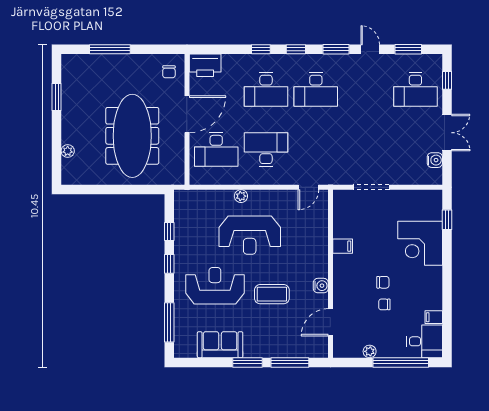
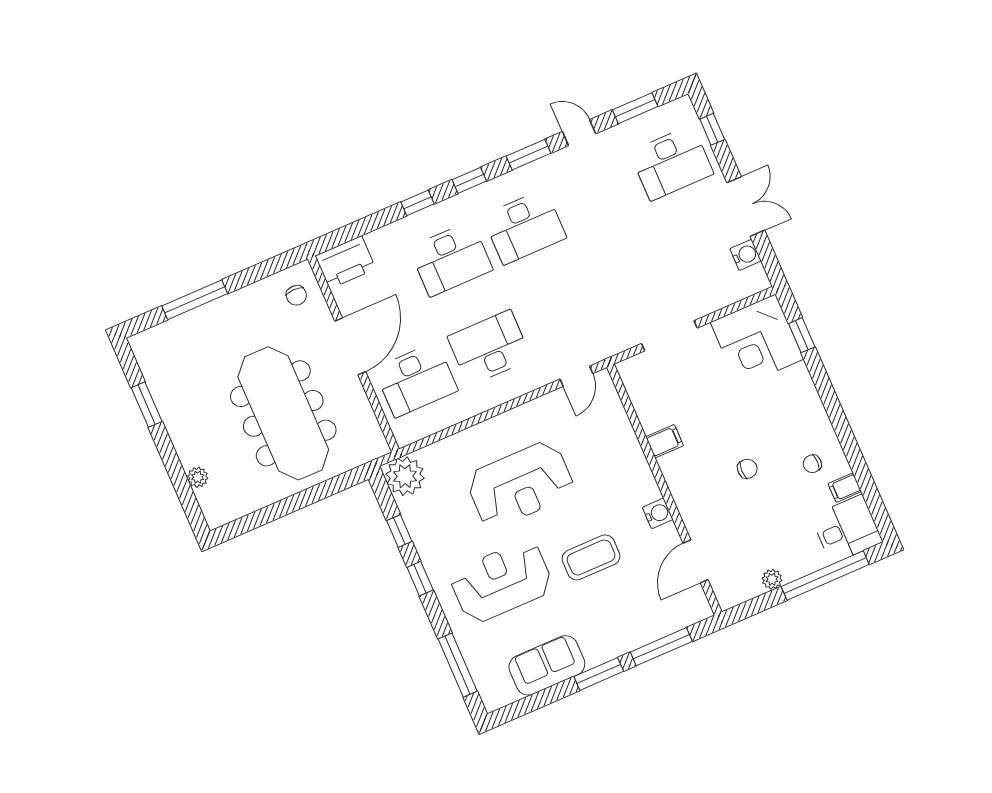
plant: (241, 196) -> (405, 476), moved, width x1.88, depth x1.88
corner desk: (420, 243) -> (757, 341), moved
chair: (384, 304) -> (812, 464), moved

